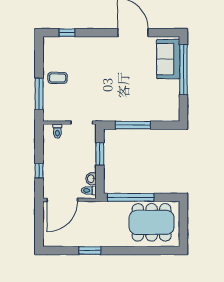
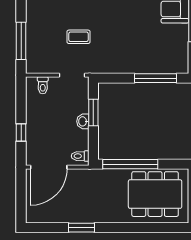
coffee table: (58, 78) -> (79, 37), moved
window: (133, 125) -> (155, 78), moved
washbasin: (91, 179) -> (83, 121), moved

